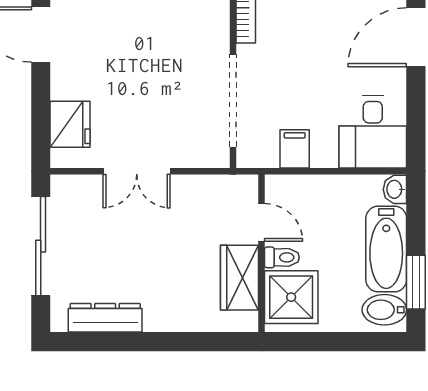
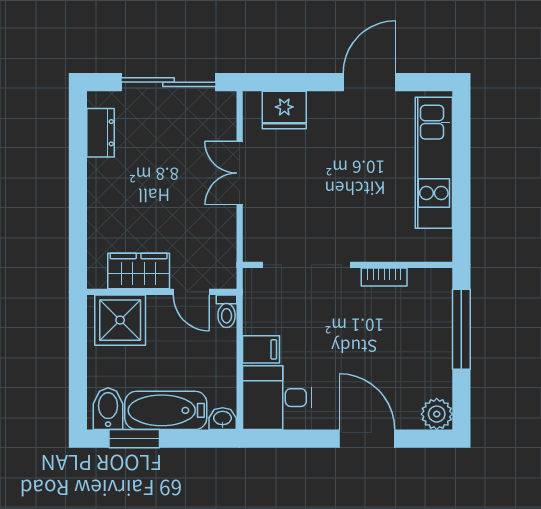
filing cabinet: (295, 149) -> (261, 349), moved
door: (261, 222) -> (191, 292), hinge flipped
toilet: (282, 257) -> (227, 311), moved
dresser: (105, 318) -> (101, 133), width x0.70

